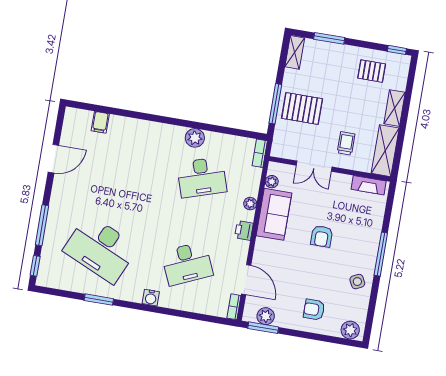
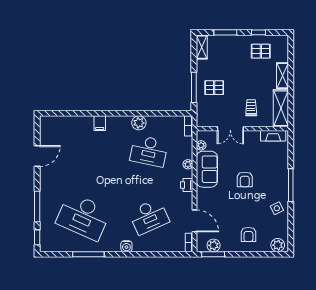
window: (397, 50) -> (258, 32), moved
pallet: (302, 108) -> (214, 88), width x0.67, depth x0.71
filing cabinet: (100, 122) -> (100, 123), moved
desk: (202, 177) -> (149, 151), turned 30
window: (99, 300) -> (88, 254), width x1.44
armchair: (314, 310) -> (248, 234), turned -90

